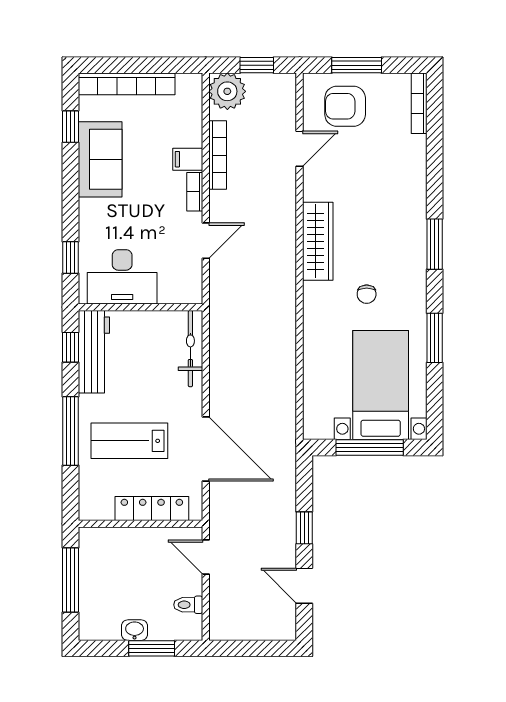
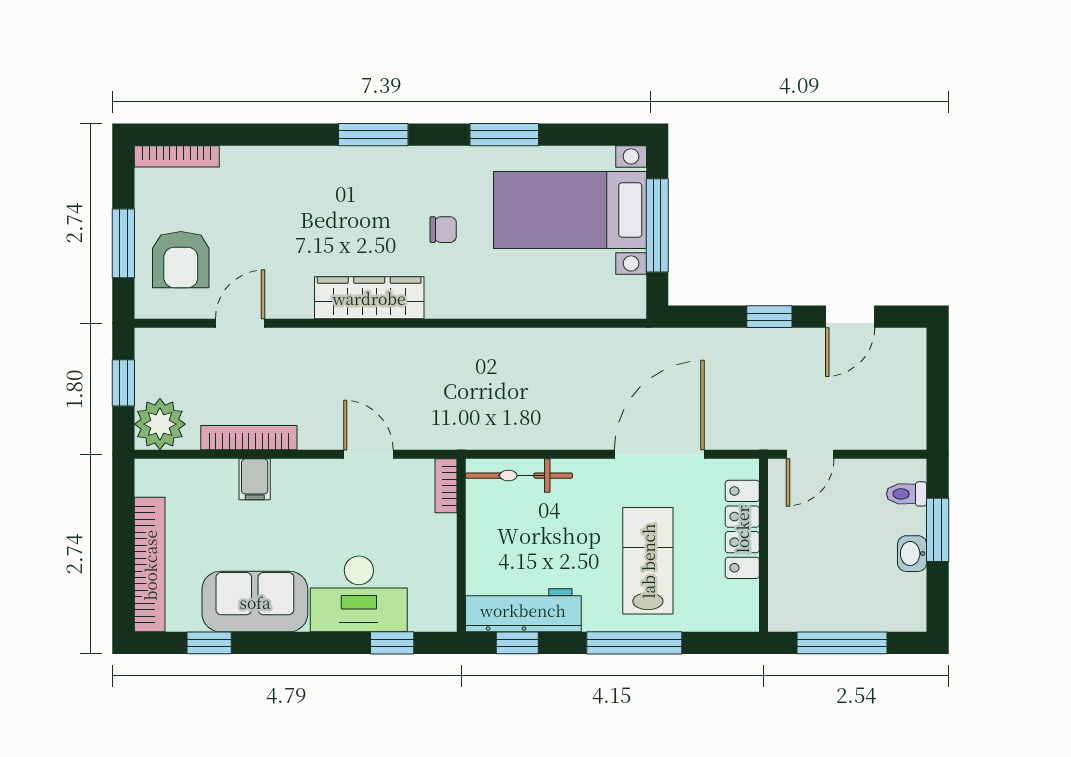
door: (300, 149) -> (240, 323), hinge flipped
bookcase: (195, 192) -> (446, 486), moved, turned 90
desk: (122, 277) -> (359, 594), moved, turned 90
lab bench: (129, 441) -> (648, 561), turned 180
toilet: (188, 605) -> (907, 494), moved, turned 90

